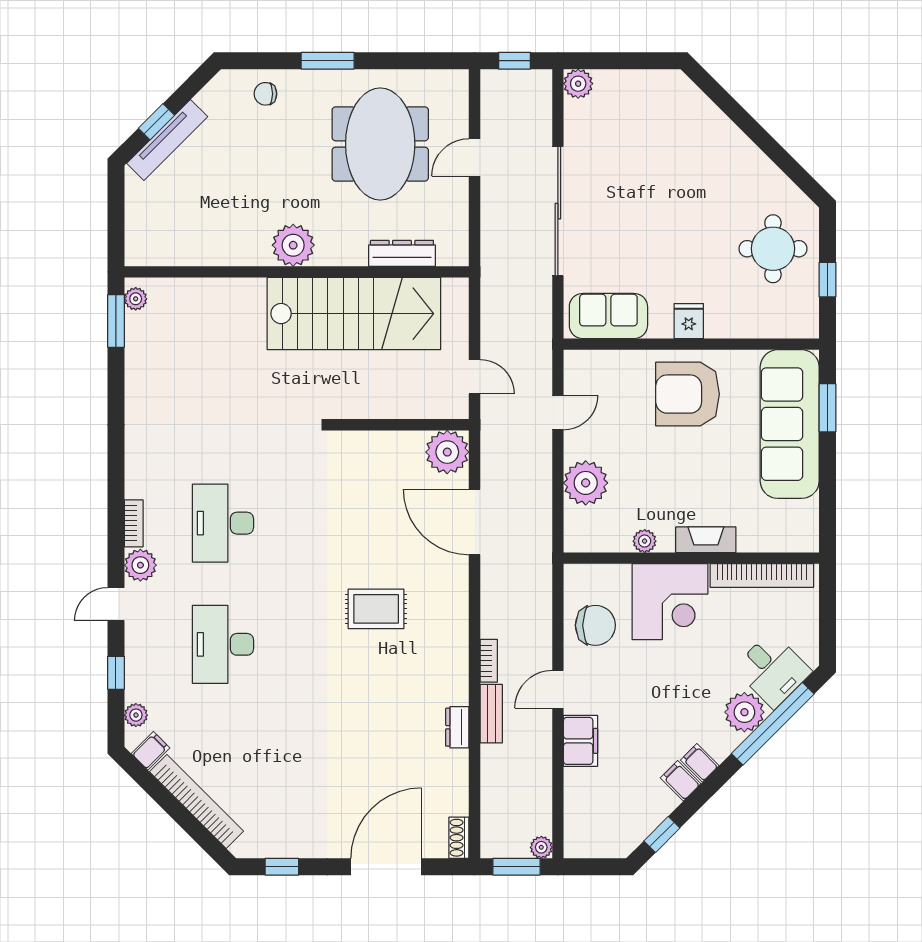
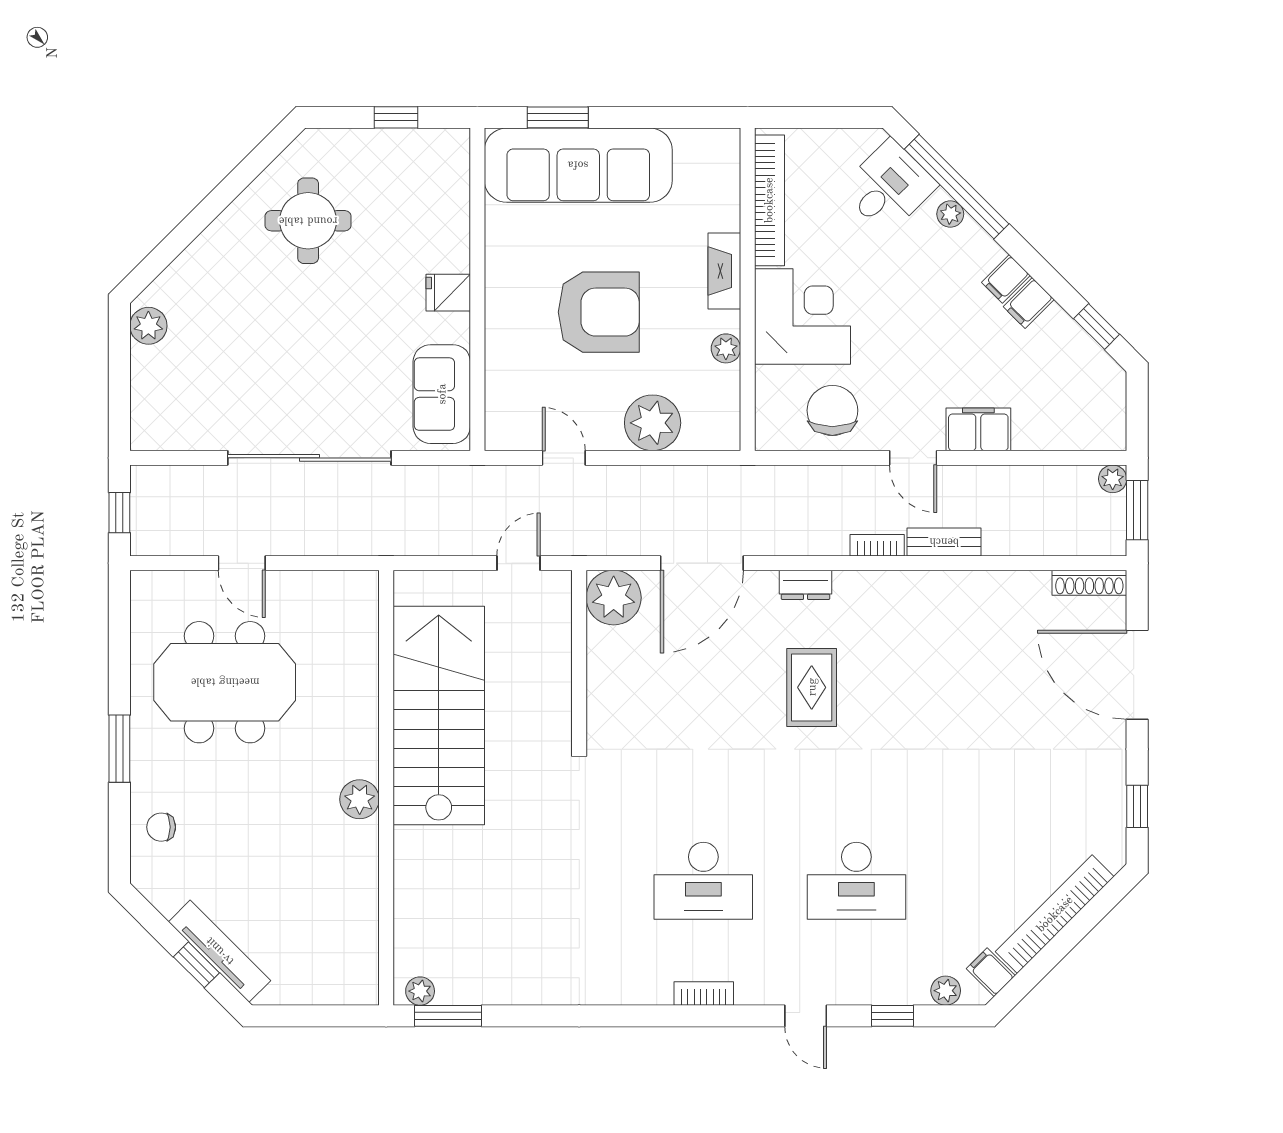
plant: (578, 84) -> (148, 326), moved
chair: (265, 94) -> (161, 827), turned 90
plant: (293, 245) -> (360, 799), width x0.73, depth x0.73
round table: (773, 249) -> (308, 221), moved
dresser: (402, 253) -> (363, 655), removed
armchair: (688, 394) -> (599, 312), moved, turned -90
plant: (140, 565) -> (756, 985), removed
plant: (744, 712) -> (950, 214), width x0.53, depth x0.53
dresser: (457, 727) -> (806, 585), moved
shoe rack: (459, 838) -> (1089, 583), width x1.43

